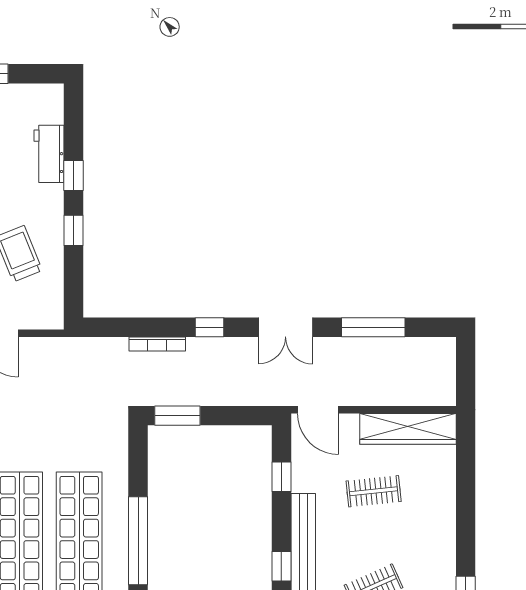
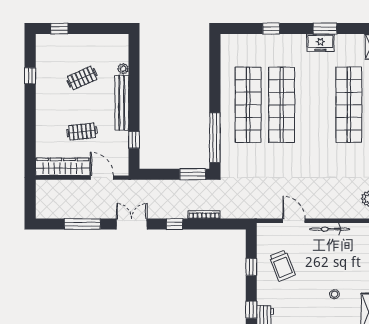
window: (73, 230) -> (251, 267), moved
door: (318, 410) -> (102, 178), moved
window: (138, 541) -> (215, 138), moved
window: (281, 566) -> (134, 89), removed

